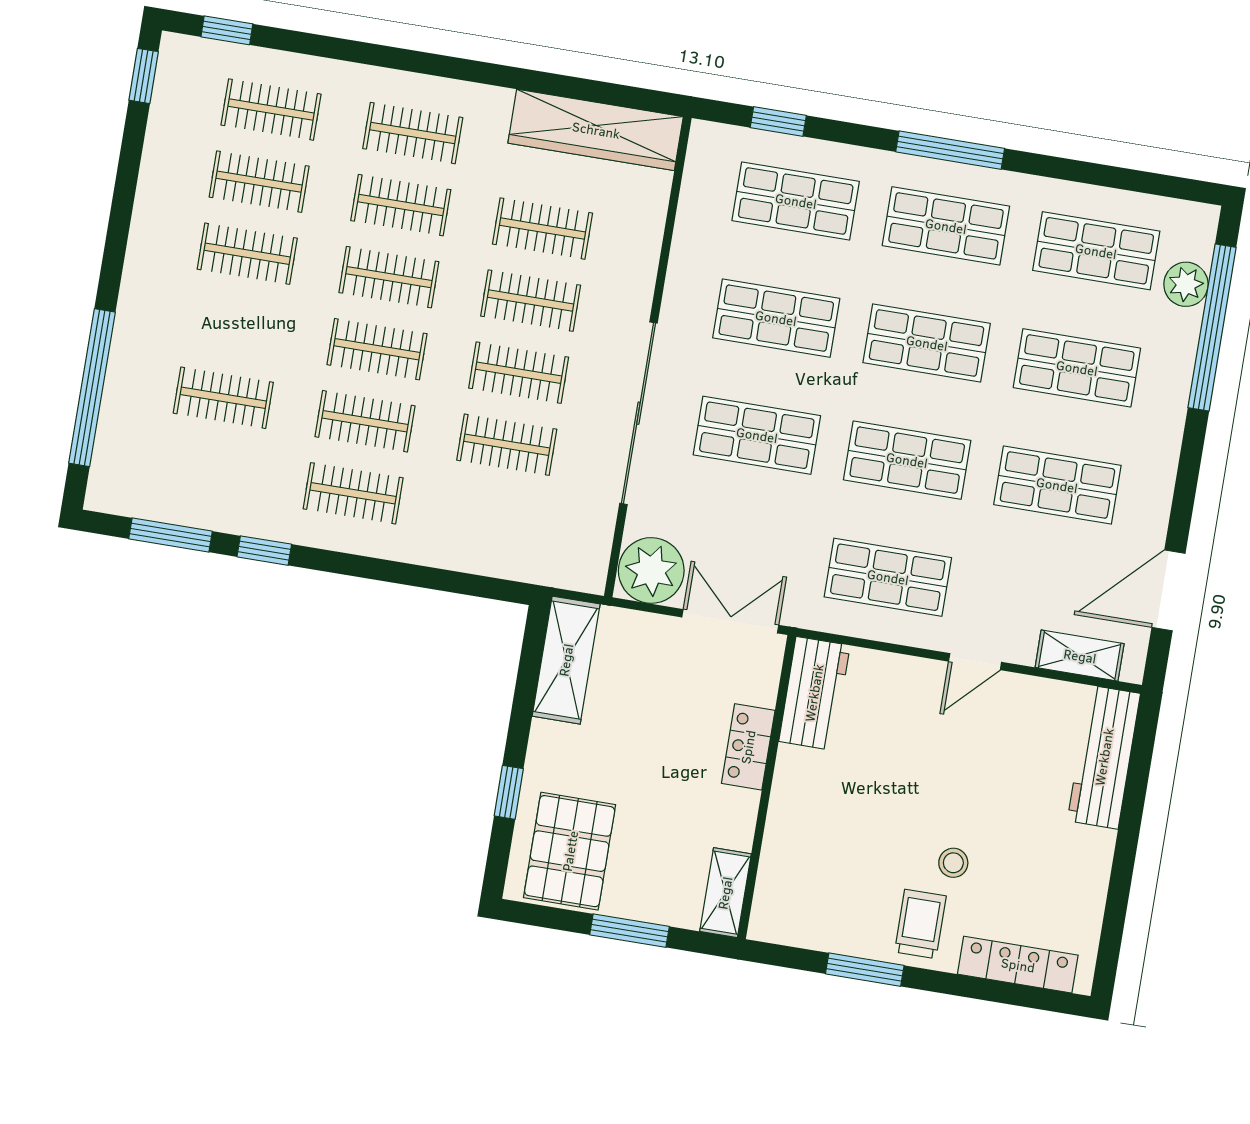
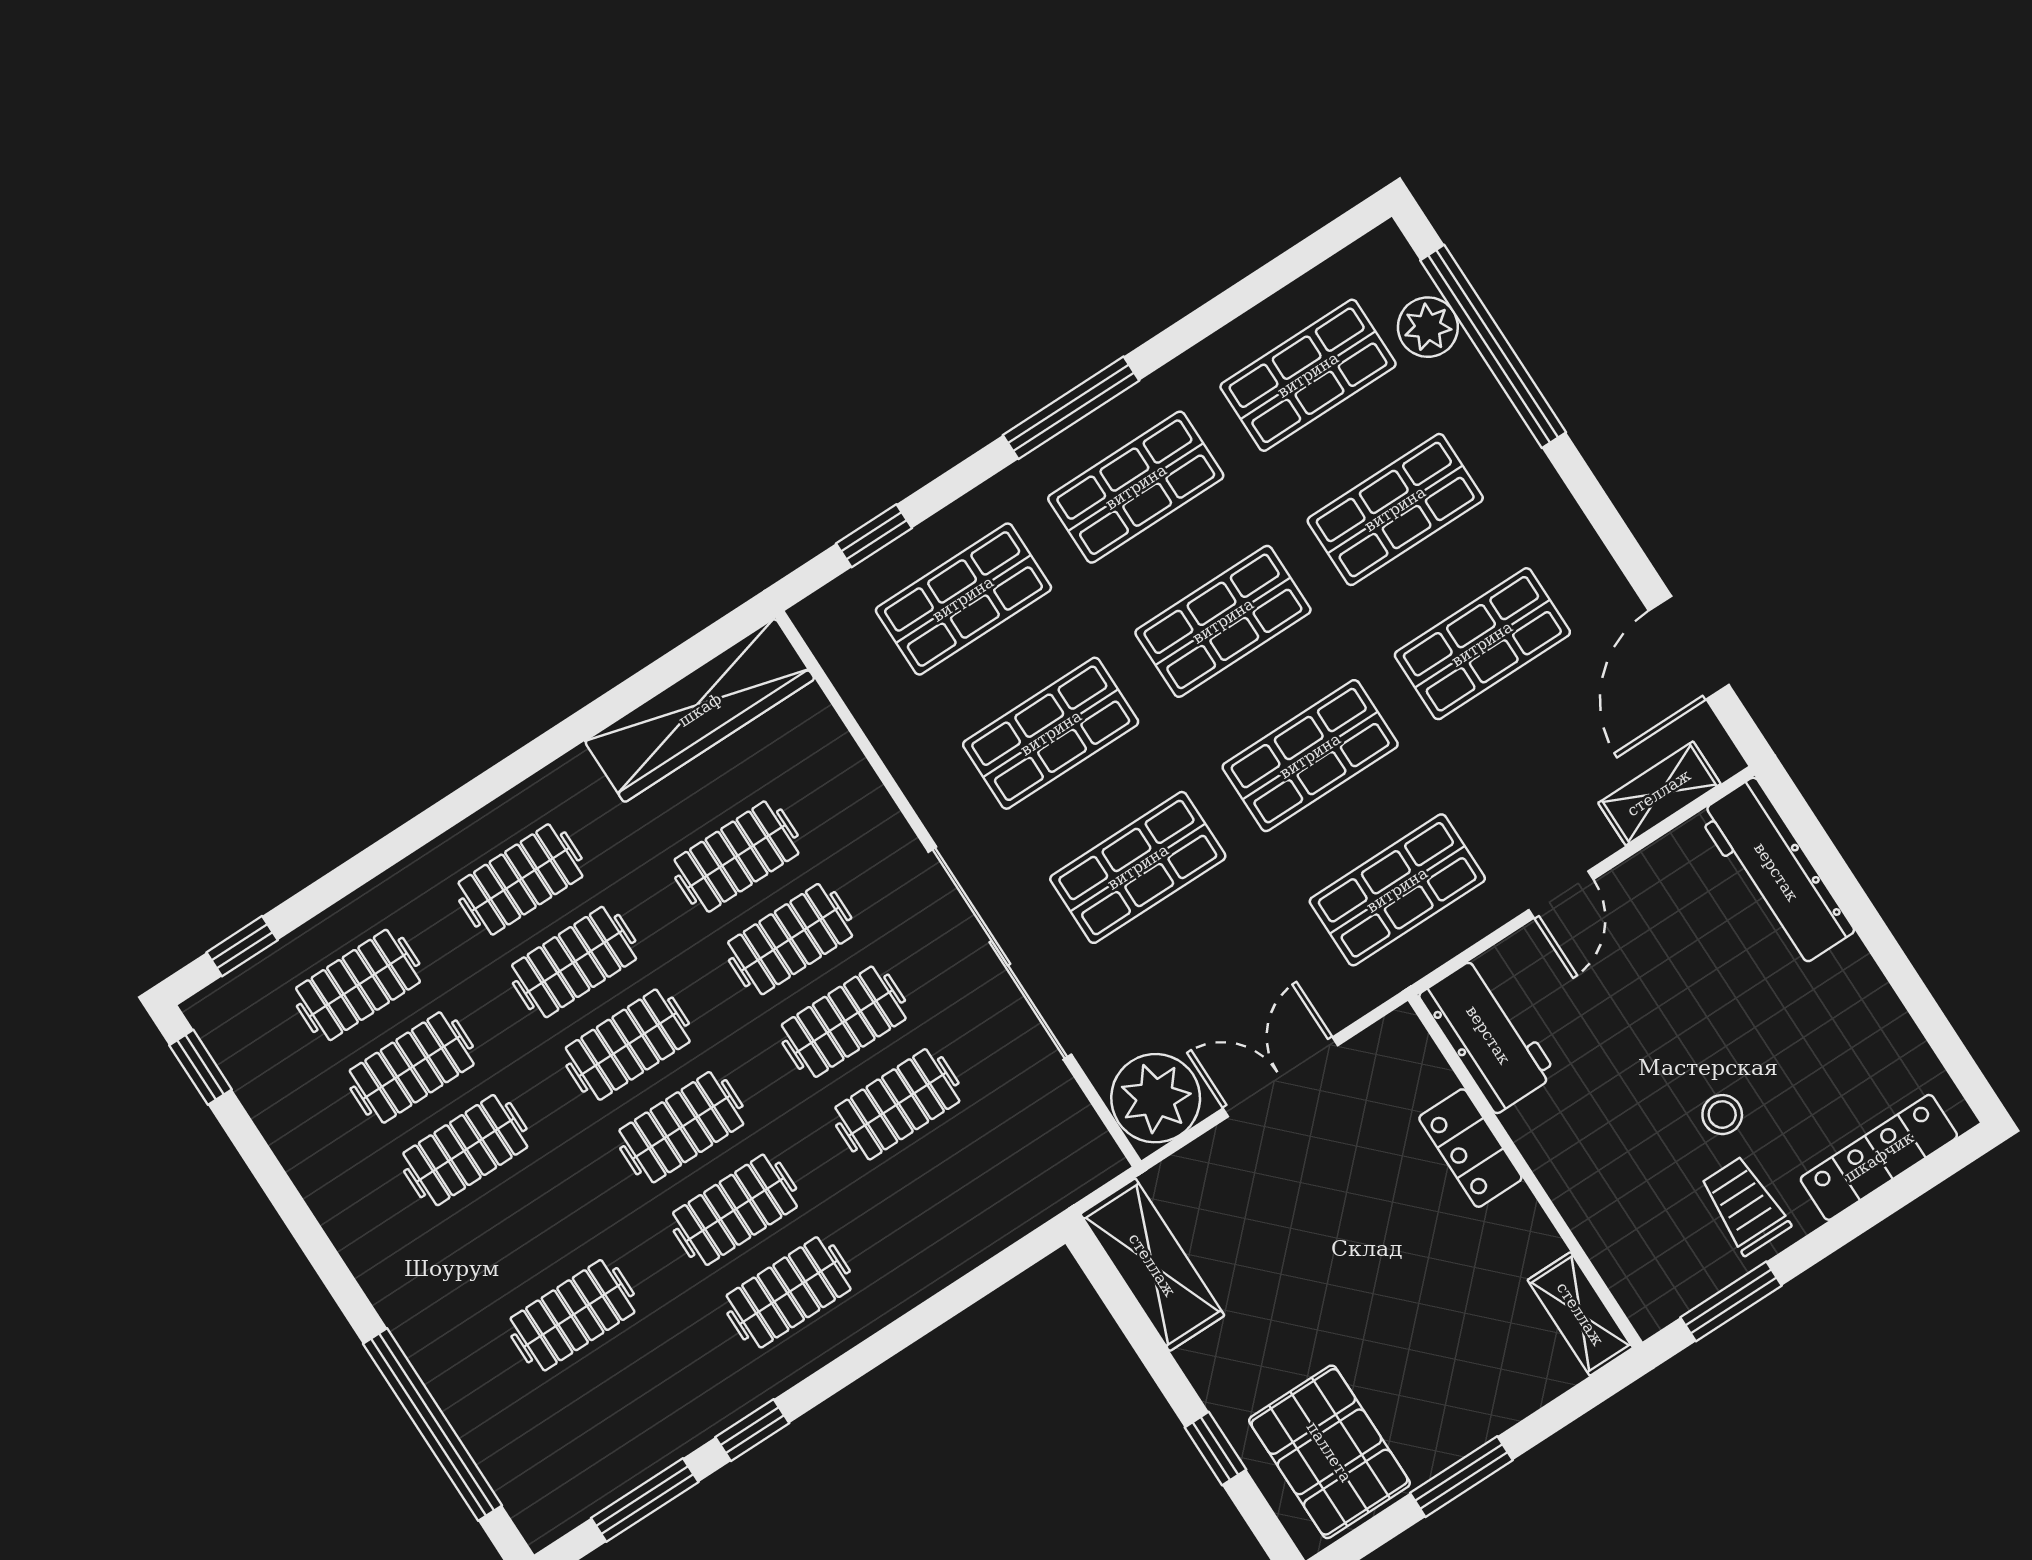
workbench: (814, 693) -> (1488, 1035), moved
locker: (748, 747) -> (1470, 1148), moved
wall: (767, 787) -> (1525, 1171), moved
shelving: (725, 893) -> (1580, 1314), moved

